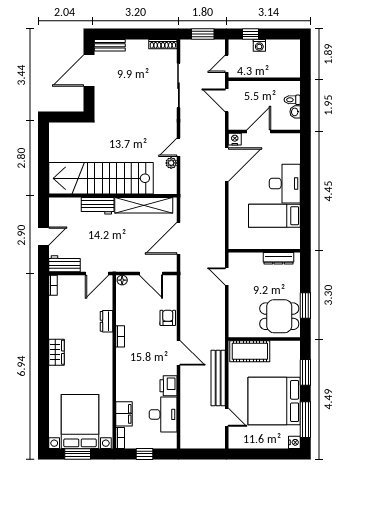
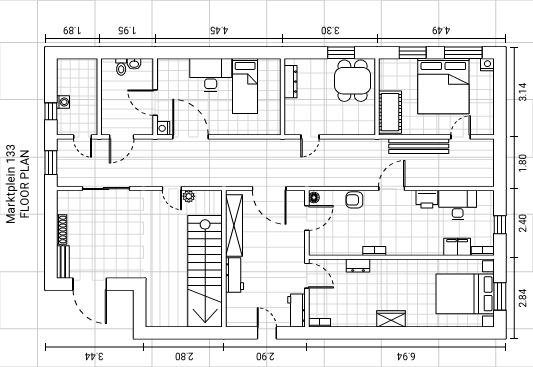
shoe rack: (163, 44) -> (62, 230), moved
floor lamp: (122, 280) -> (314, 198), moved

